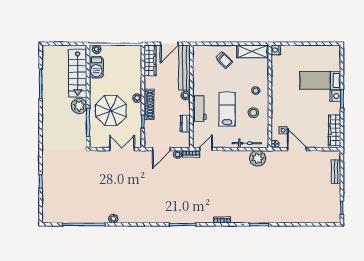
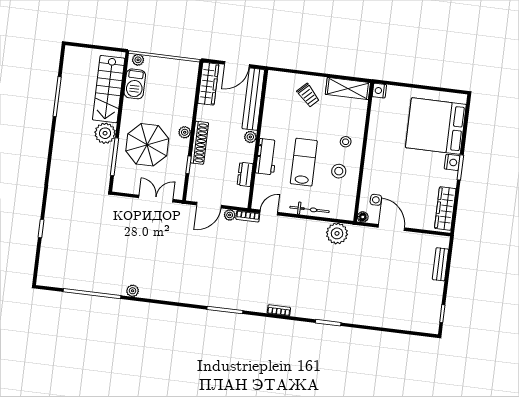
bed: (320, 80) -> (436, 126), width x2.04
bicycle: (247, 143) -> (310, 209), moved

